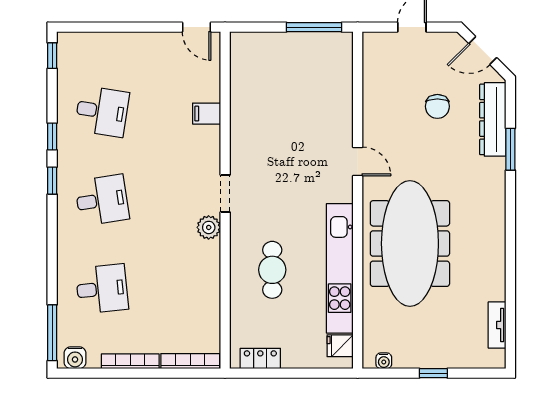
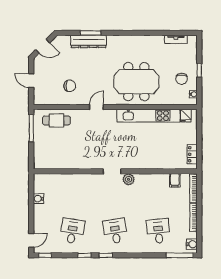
door: (197, 27) -> (31, 240), moved
water cooler: (169, 42) -> (38, 199), added
door: (483, 51) -> (43, 46), hinge flipped
chair: (437, 106) -> (70, 86), moved
filing cabinet: (207, 114) -> (175, 180), moved
dresser: (493, 119) -> (89, 41), moved
meeting table: (410, 244) -> (136, 82), width x0.73
cafe table: (272, 270) -> (56, 120), moved
chair: (416, 337) -> (182, 79), added

